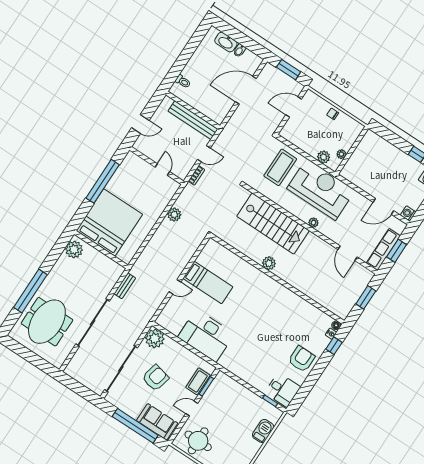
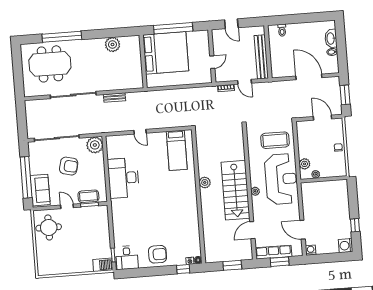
plant: (174, 215) -> (188, 94), removed
bed: (109, 222) -> (166, 53), moved
stairs: (273, 224) -> (236, 190), moved
wall: (101, 250) -> (143, 61), moved
bed: (208, 283) -> (177, 150), moved
barbecue: (263, 431) -> (103, 265), moved

